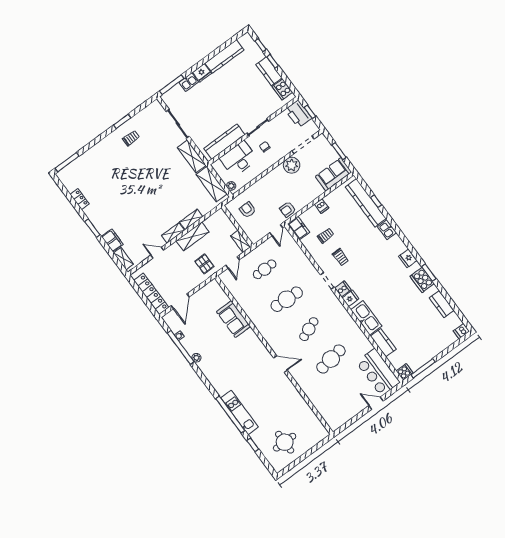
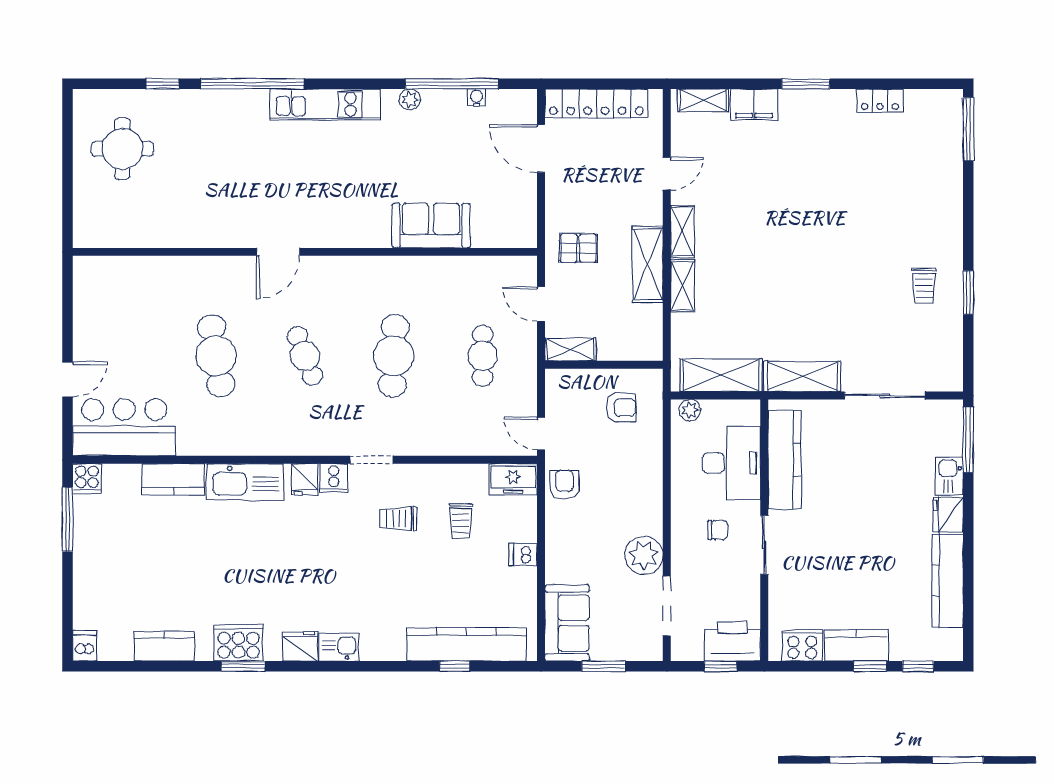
kitchen sink: (387, 230) -> (339, 647), moved
kitchen unit: (239, 412) -> (325, 104), moved

